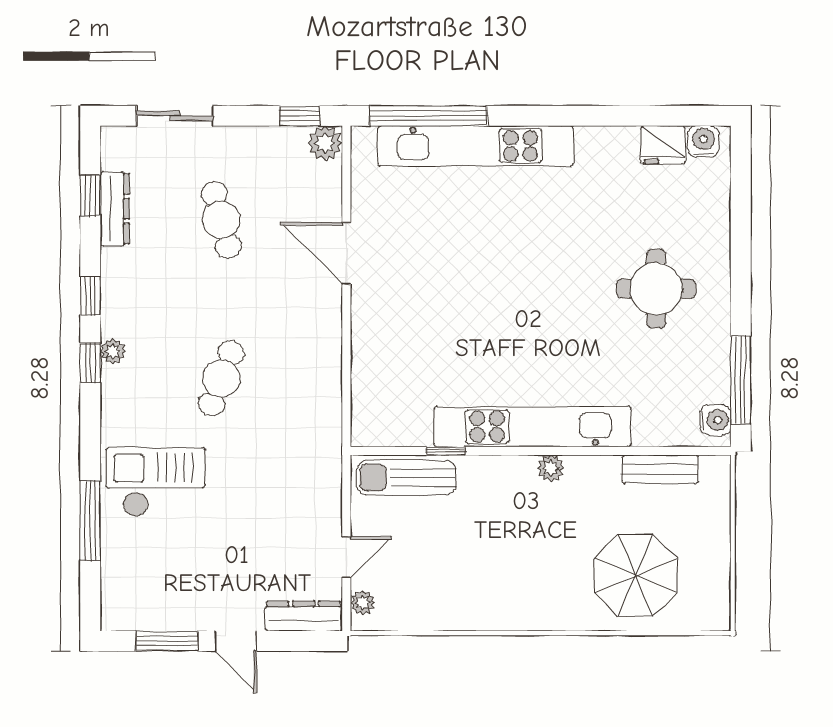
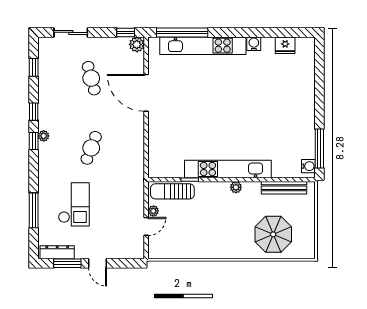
water cooler: (703, 141) -> (254, 44), moved
dresser: (115, 209) -> (44, 73), removed
door: (346, 253) -> (146, 93), width x1.36
round table: (656, 289) -> (282, 108), removed
bench: (660, 469) -> (284, 188), width x1.36
checkout: (156, 482) -> (74, 204), moved, turned 90
plant: (363, 603) -> (153, 211), moved
dresser: (304, 616) -> (57, 252), moved

